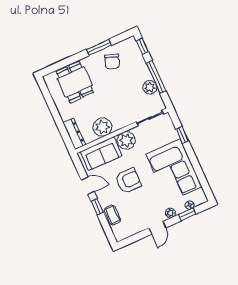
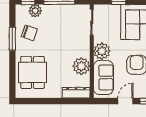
dining table: (75, 82) -> (33, 72), turned 90
plant: (150, 87) -> (35, 11), moved

